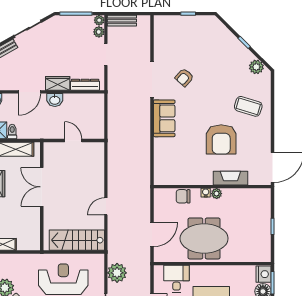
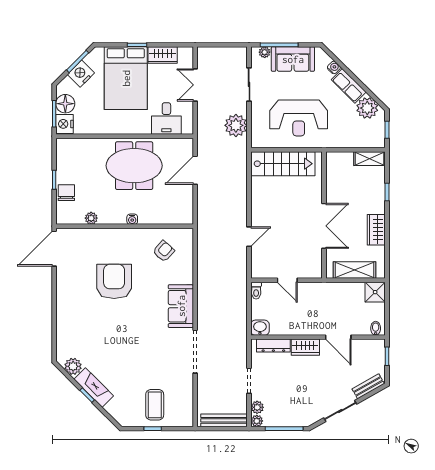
bench: (122, 21) -> (224, 420), width x1.36
armchair: (184, 77) -> (164, 251), moved
door: (29, 92) -> (338, 337), swing flipped
washbasin: (55, 100) -> (260, 328), moved
coffee table: (248, 106) -> (155, 405), moved, turned 73
toilet: (12, 132) -> (256, 291), moved
fireplace: (230, 178) -> (94, 387), moved, turned -135
plant: (217, 194) -> (91, 218), moved
chair: (183, 196) -> (66, 193), moved, turned -90
door: (106, 206) -> (249, 237), moved

